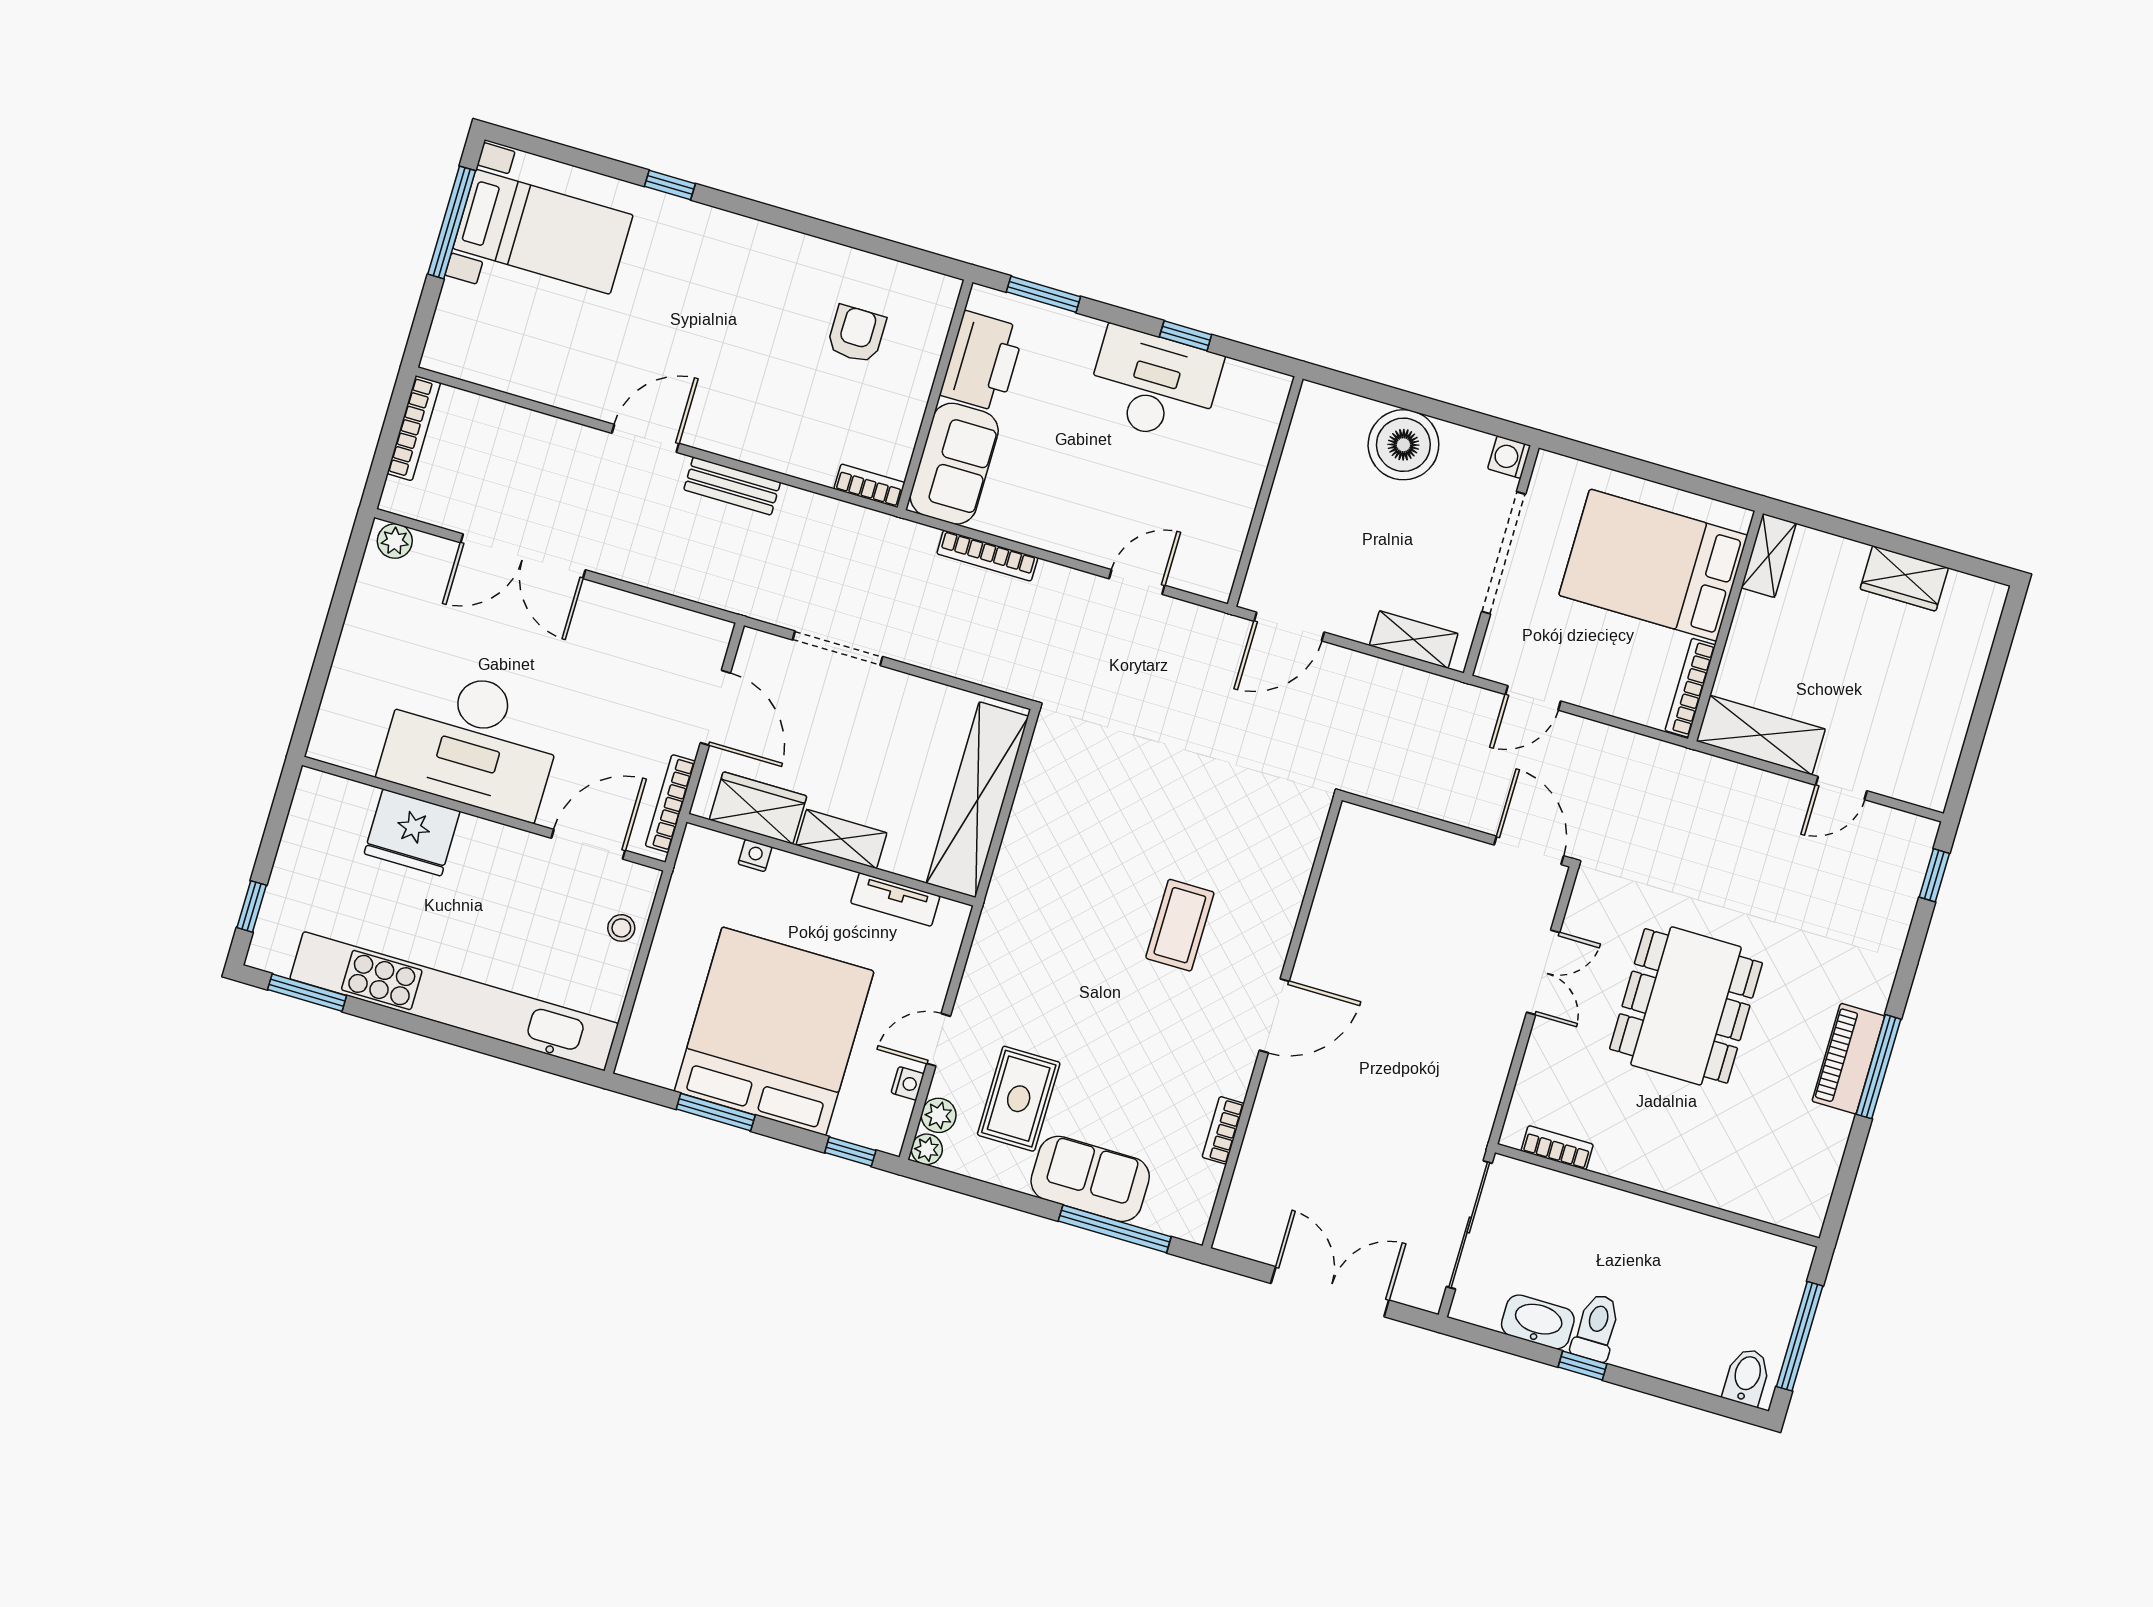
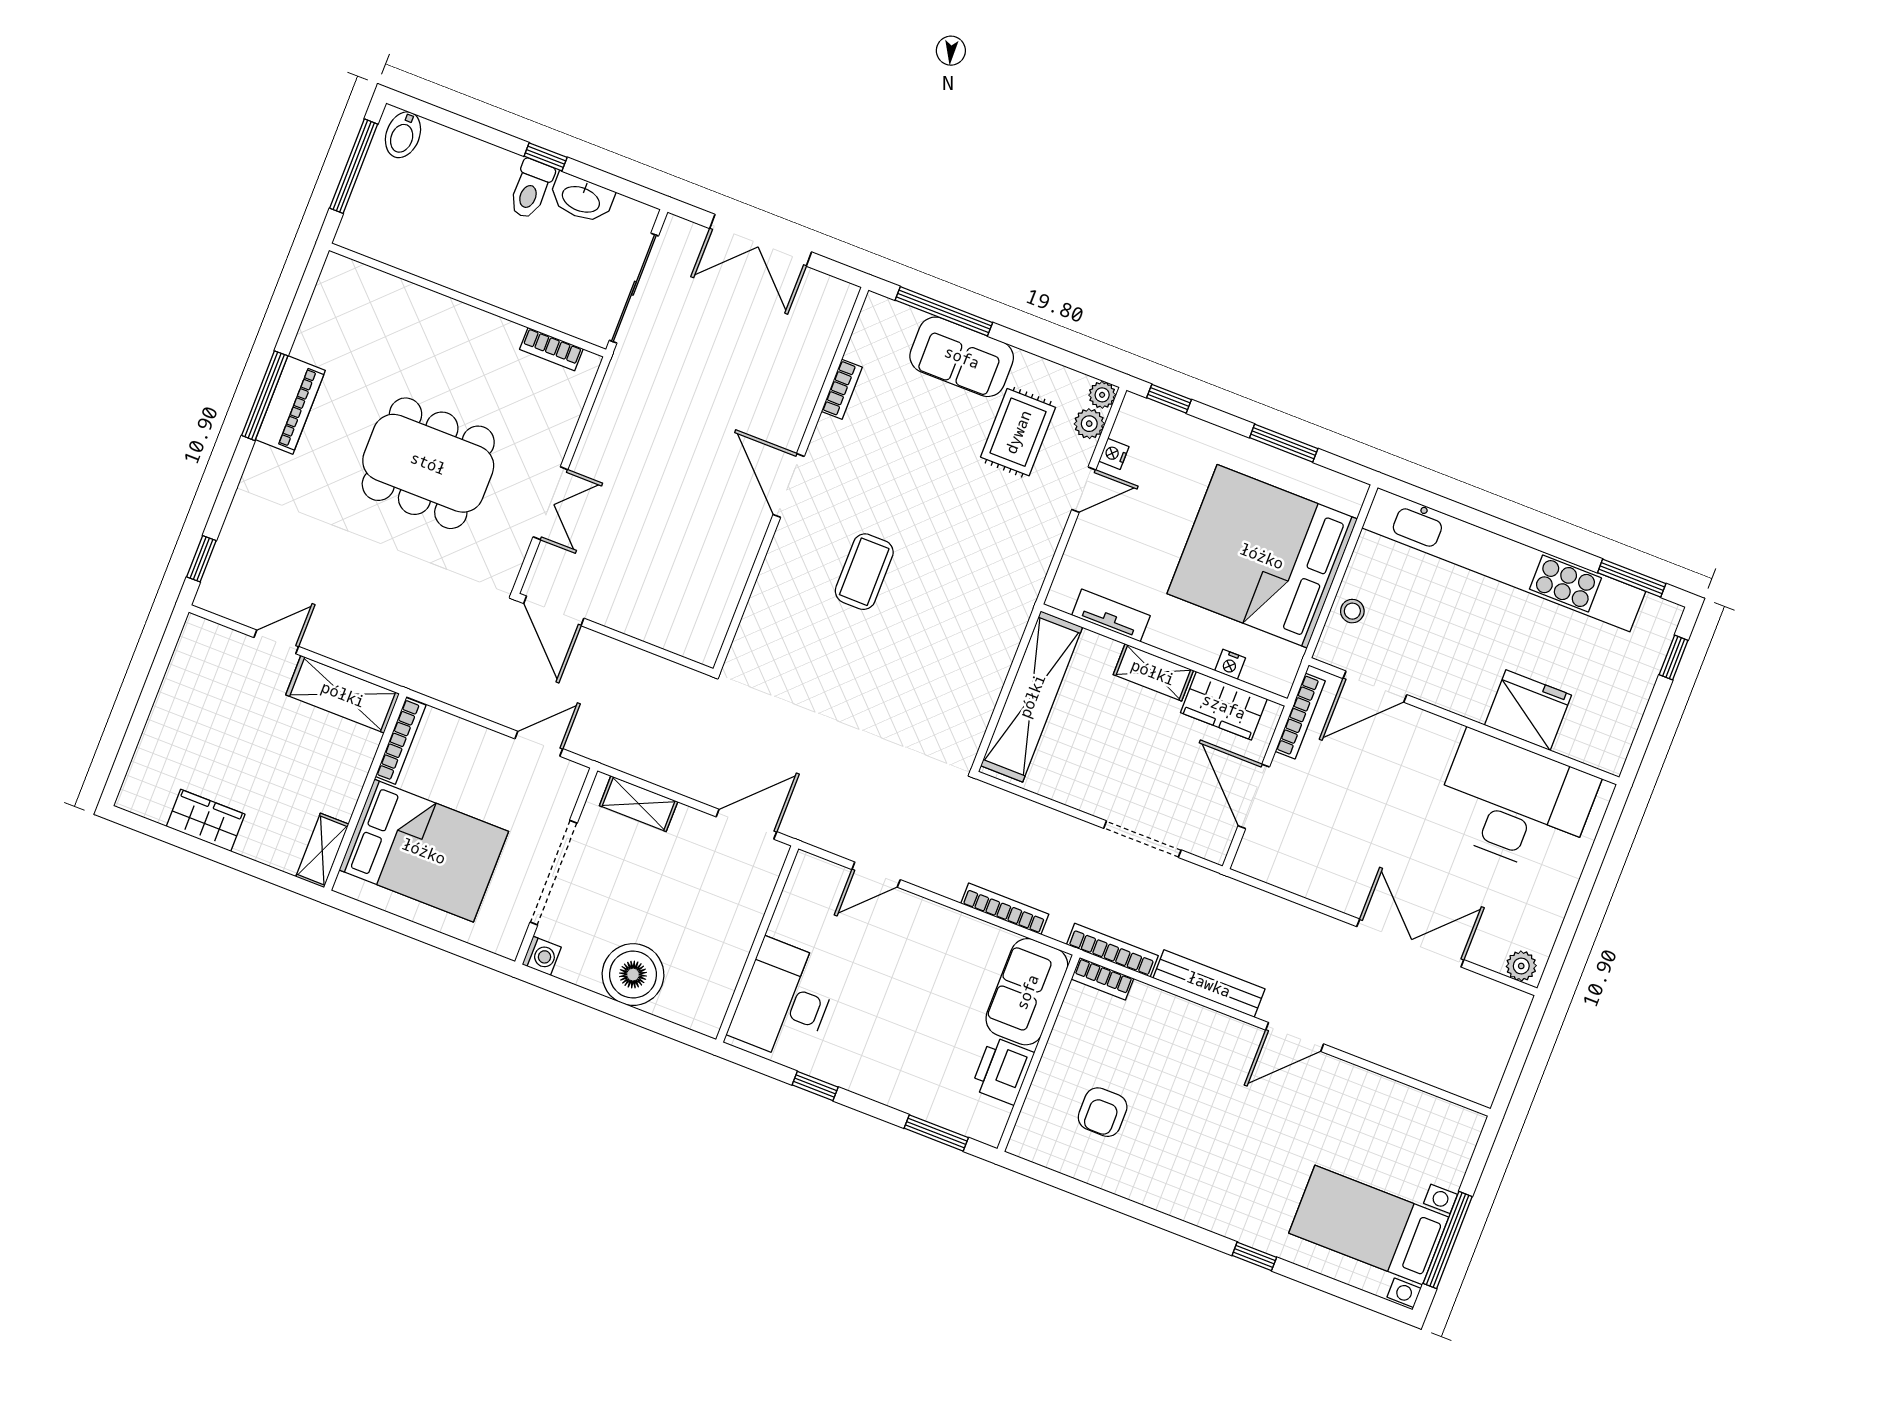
printer: (982, 361) -> (1003, 1071), width x0.73, depth x0.84
desk: (1154, 385) -> (784, 1000), moved, turned 90
bookcase: (414, 428) -> (1112, 950), moved, turned 90
bench: (732, 486) -> (1209, 984), width x1.36
desk: (472, 741) -> (1515, 803), moved
double door: (1543, 972) -> (550, 503), swing flipped
dining table: (1686, 1006) -> (428, 463), turned 90
door: (1274, 1016) -> (789, 485), hinge flipped
bed: (774, 1031) -> (1262, 556), moved, turned 90

